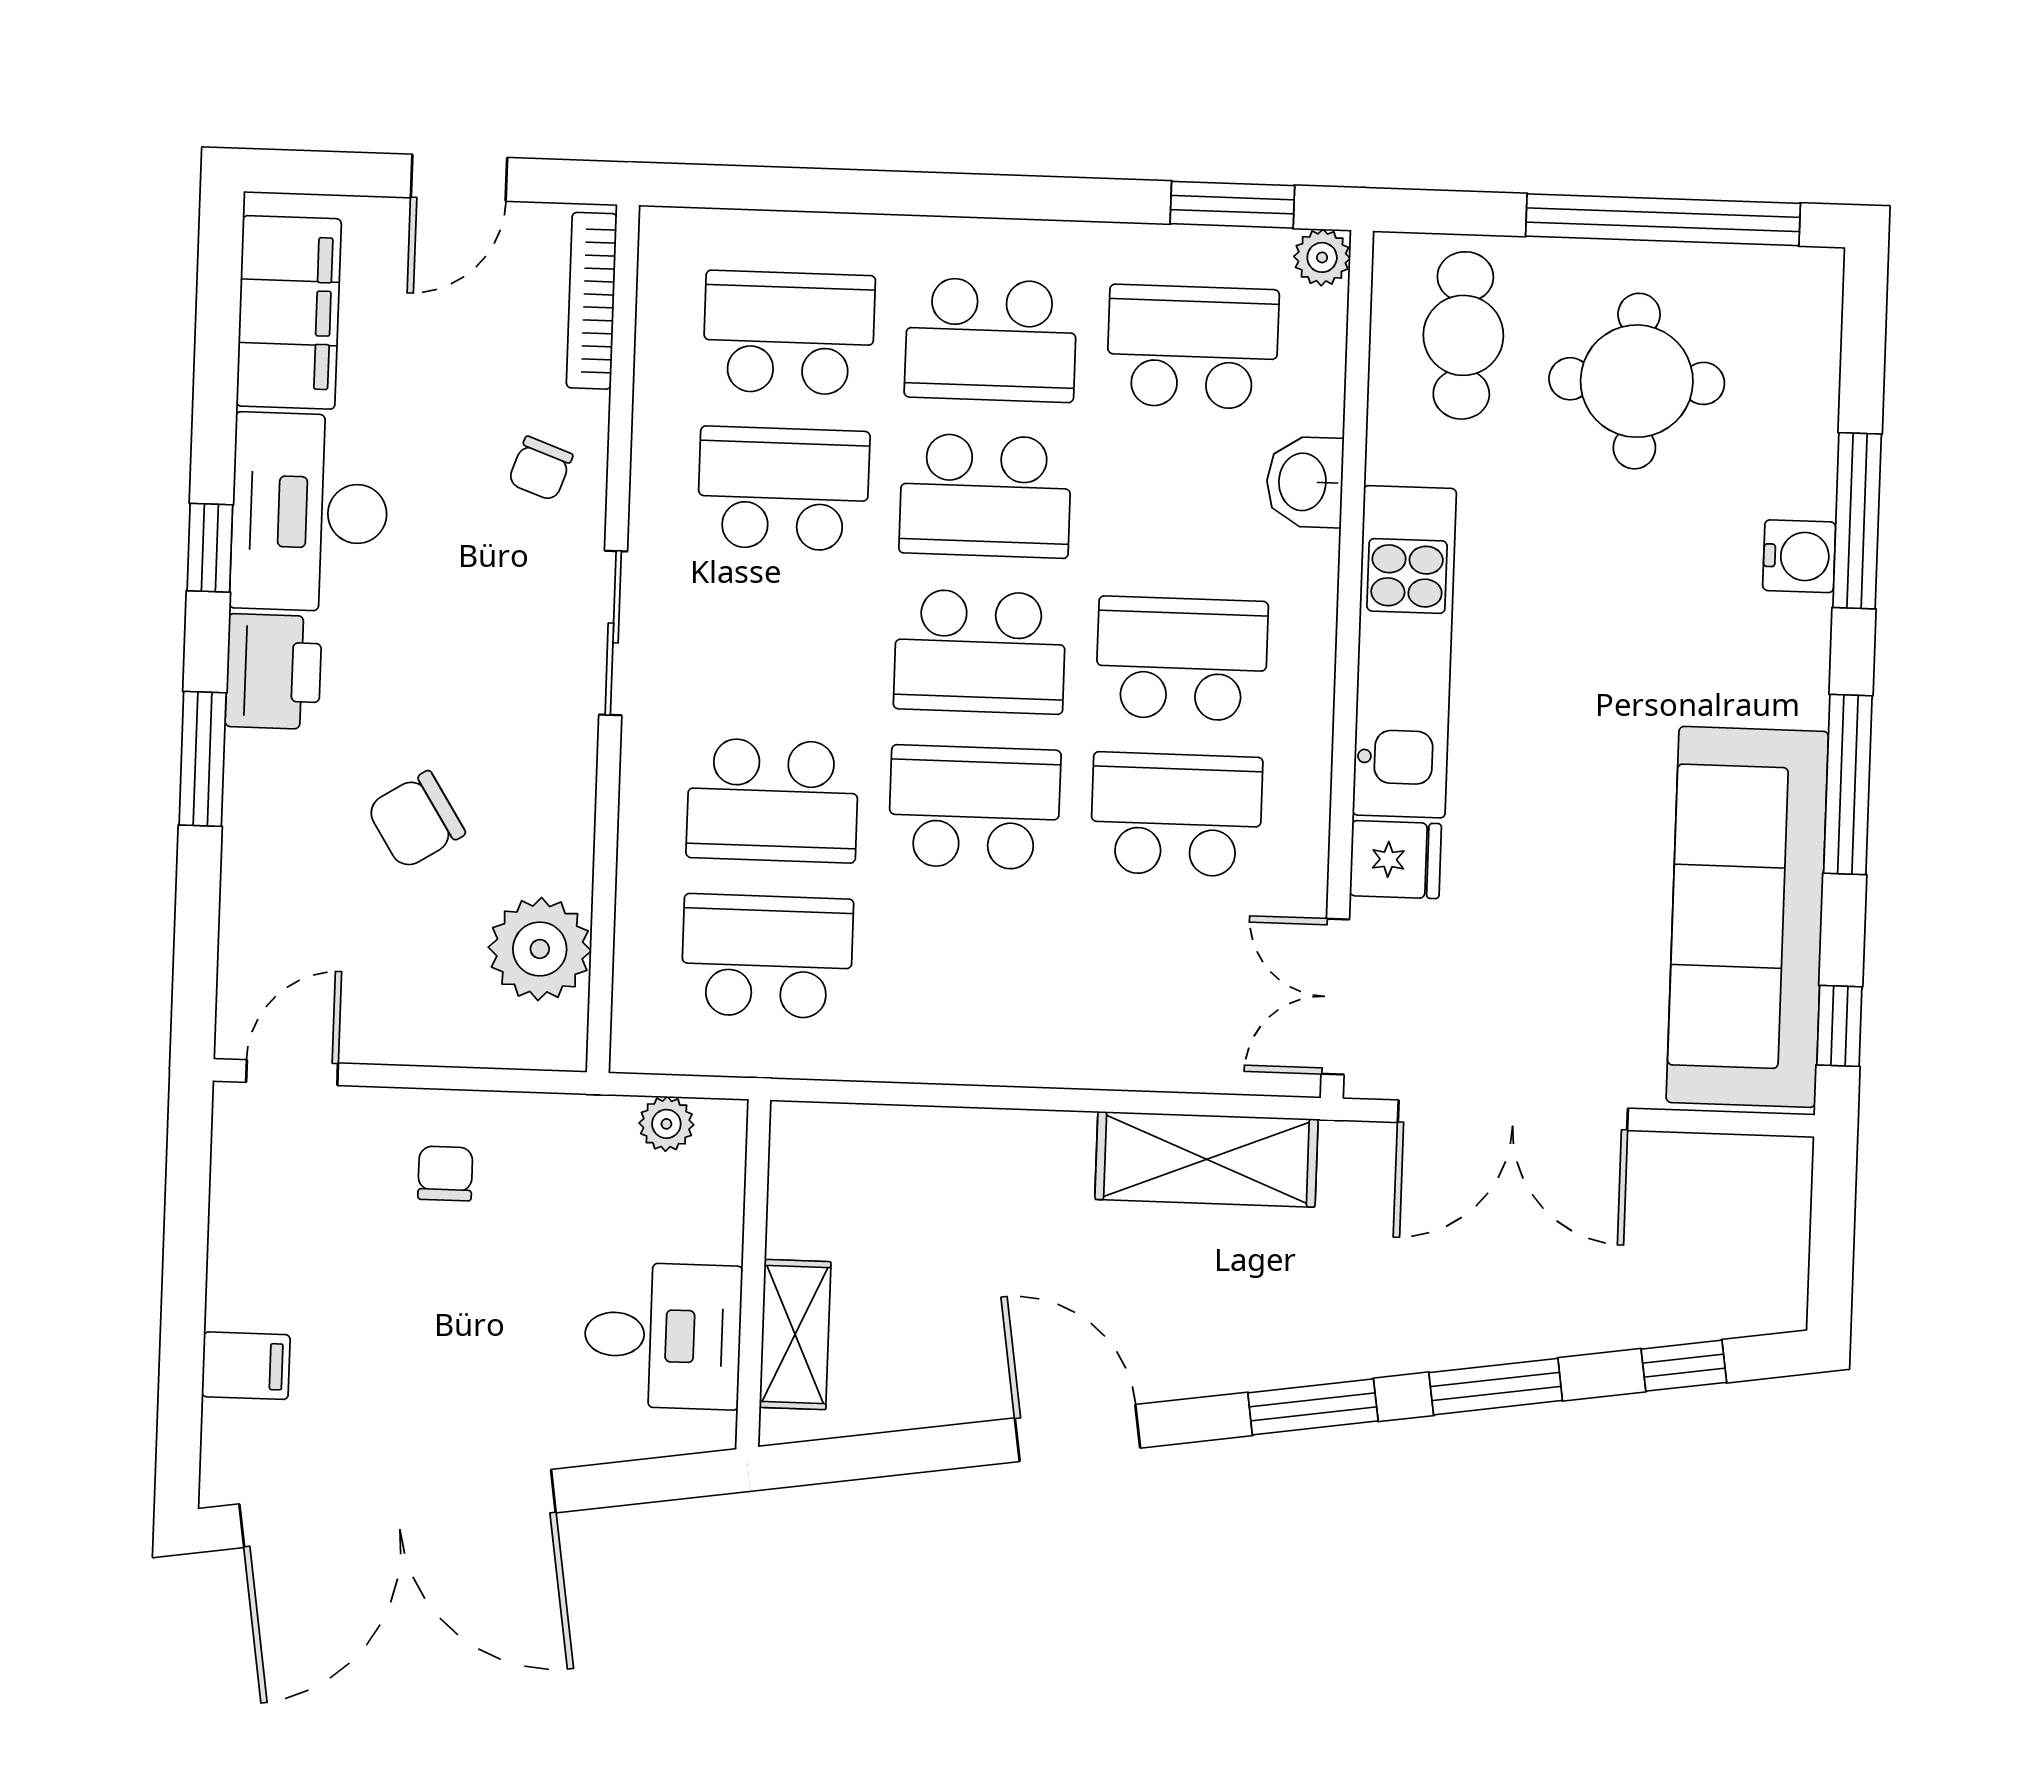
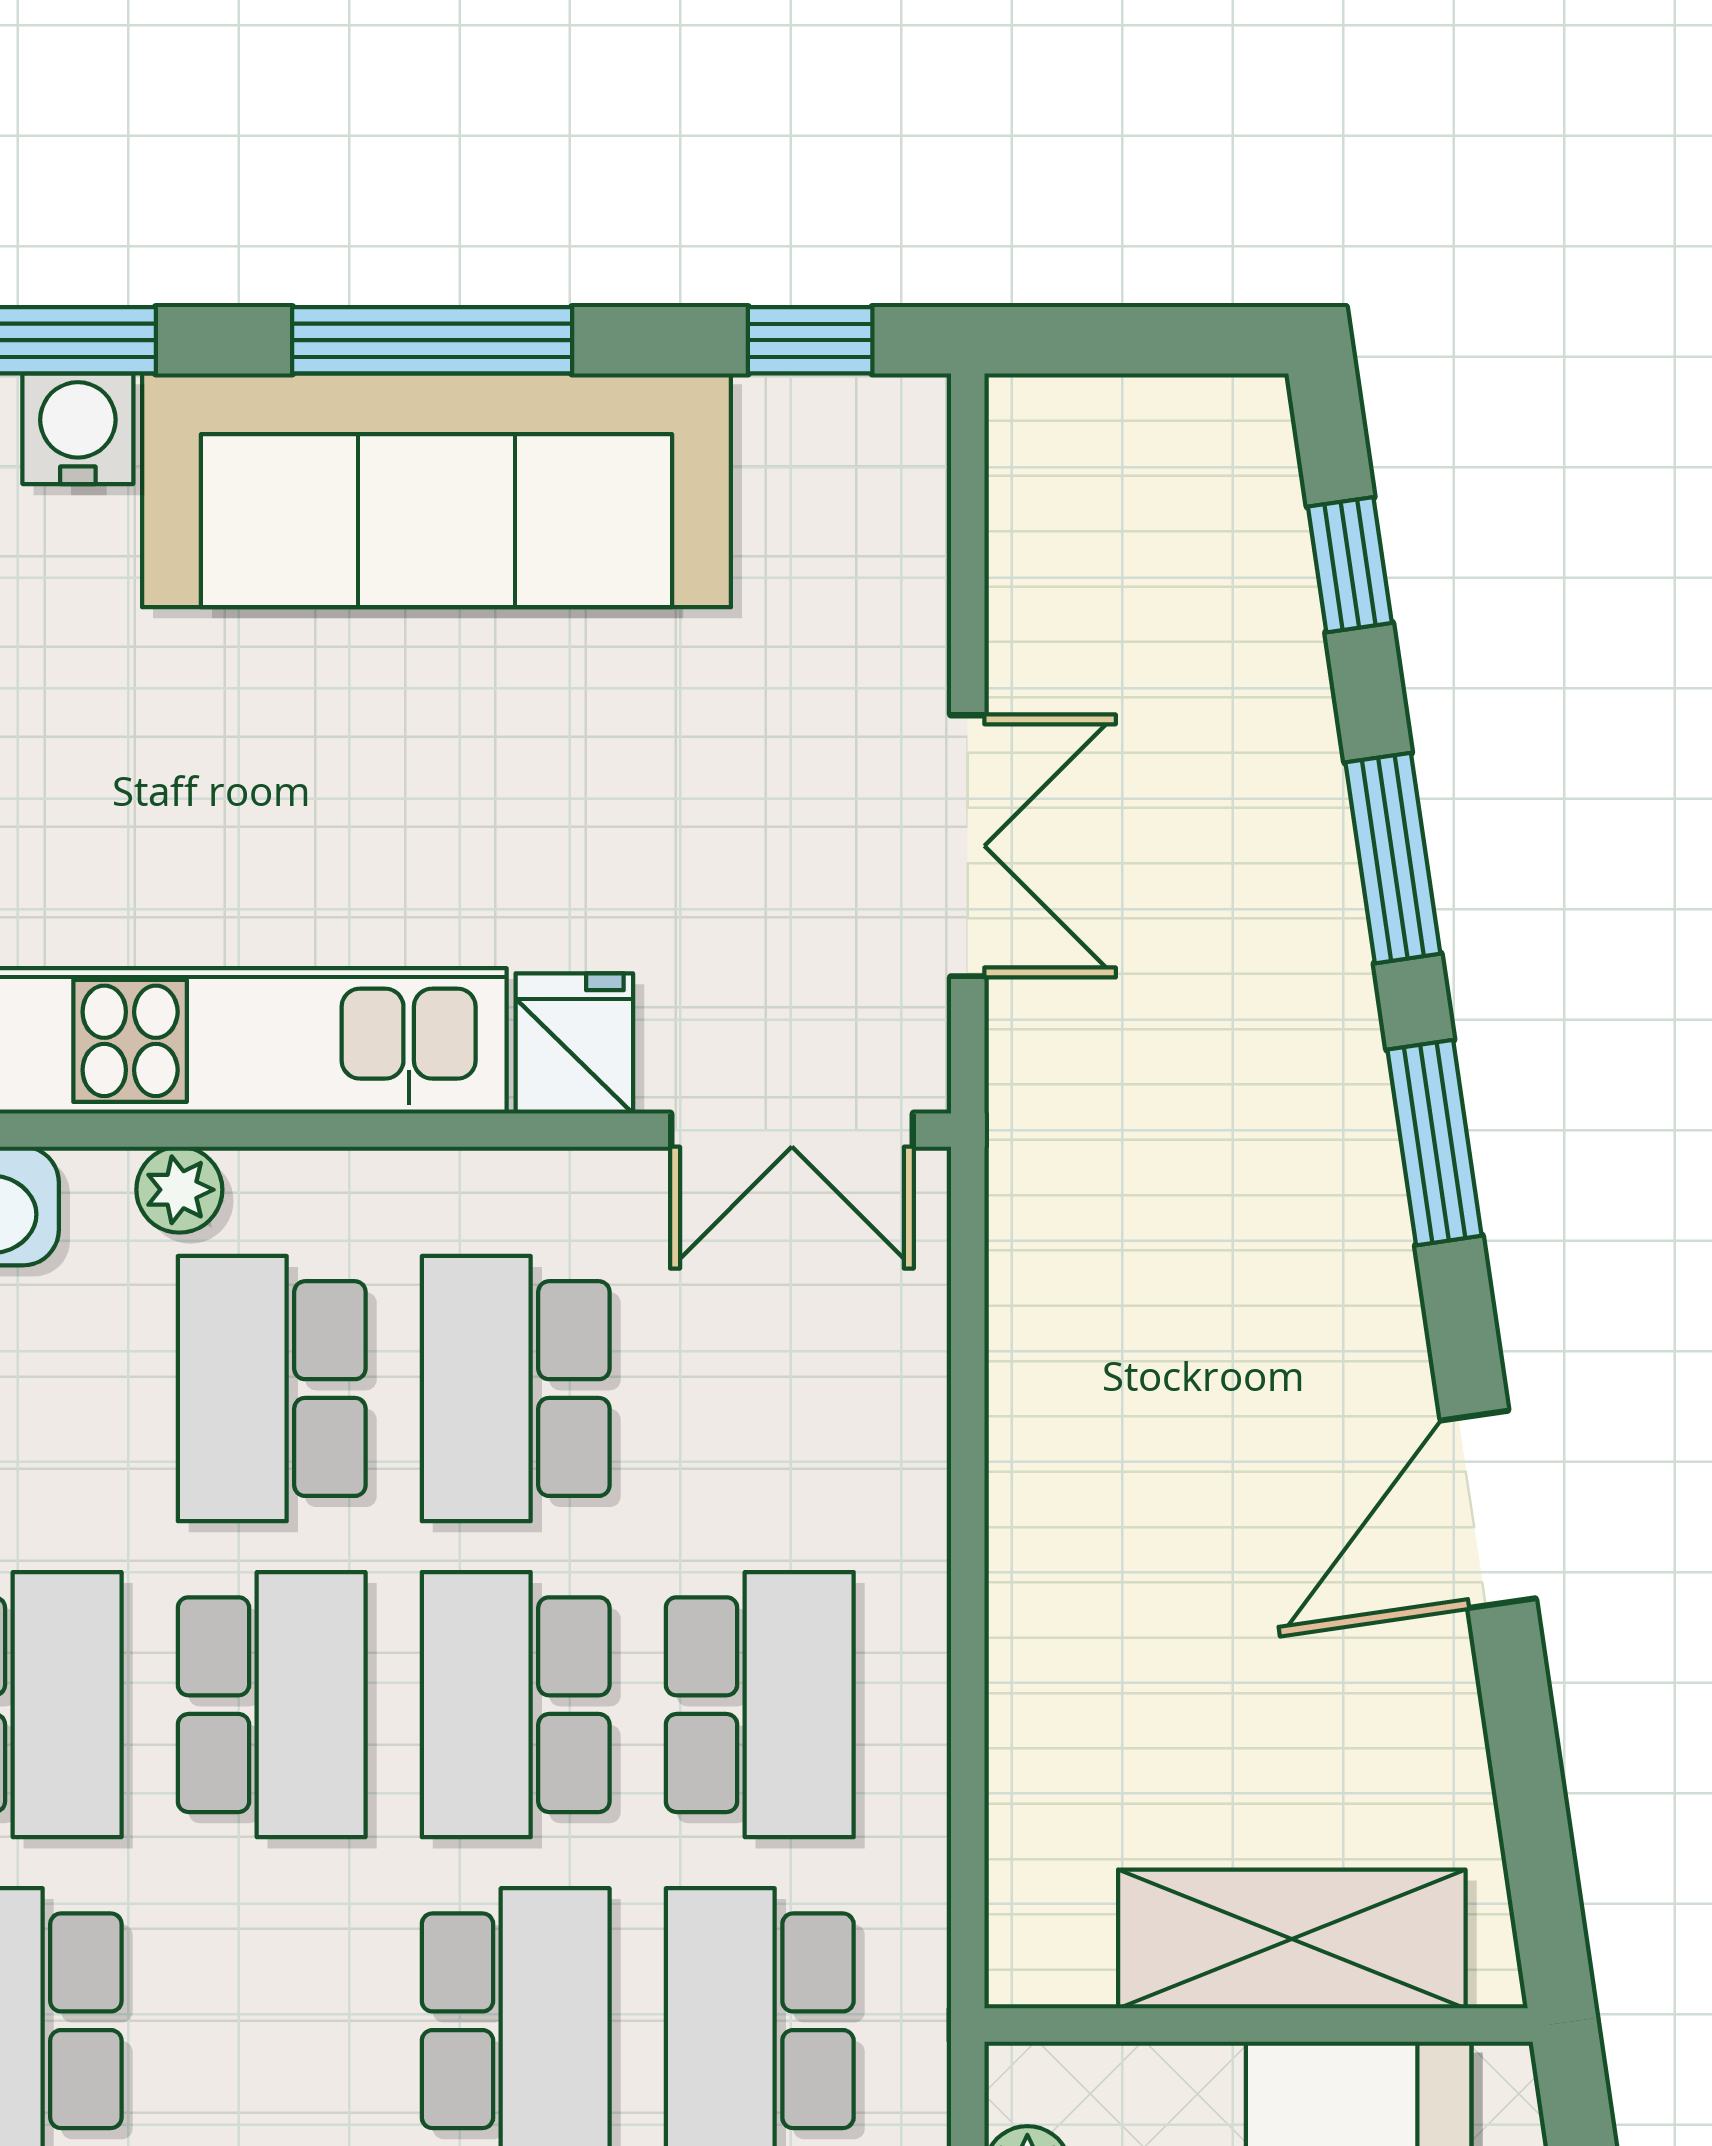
plant: (1311, 604) -> (179, 1190), added
sofa: (1747, 917) -> (437, 490), moved
school desk: (969, 963) -> (760, 1705), added
double door: (1513, 1115) -> (968, 846), width x0.73
shelving: (1206, 1159) -> (1053, 1323), removed
shelving: (795, 1335) -> (1292, 1939), width x1.50, depth x1.33

